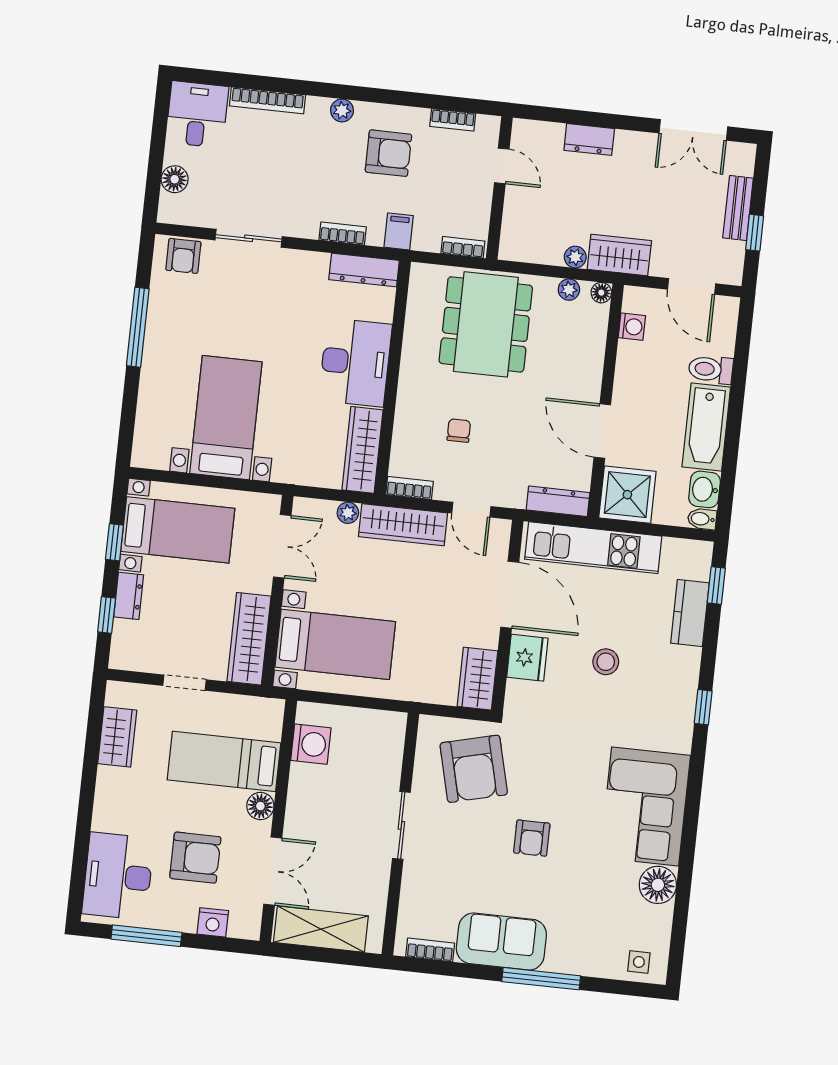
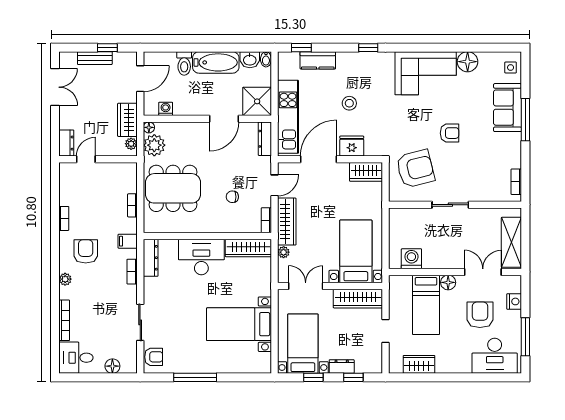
door: (502, 166) -> (86, 159), moved
wall: (499, 188) -> (98, 159), moved
plant: (569, 290) -> (154, 145), width x1.87, depth x1.87
sofa: (501, 942) -> (508, 108), moved

